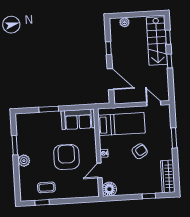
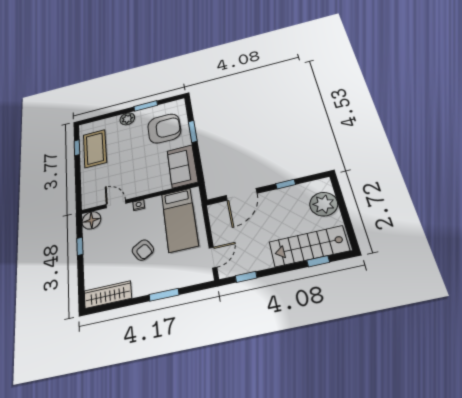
plant: (124, 22) -> (324, 204), width x1.88, depth x1.88
window: (169, 61) -> (246, 277), moved
armchair: (66, 157) -> (164, 128), moved
coffee table: (46, 187) -> (95, 149), width x1.86, depth x1.72
window: (149, 196) -> (80, 246), moved

